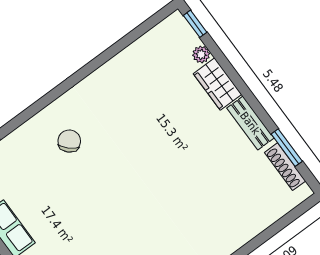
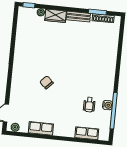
chair: (69, 141) -> (46, 82), moved

